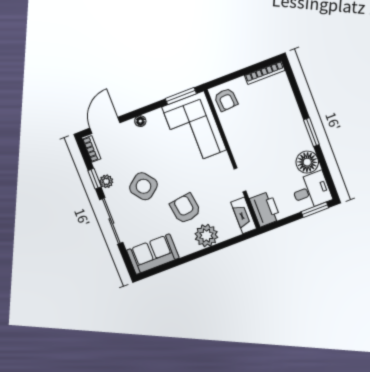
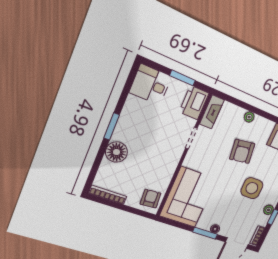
window: (181, 96) -> (205, 233), moved
floor lamp: (307, 162) -> (116, 152), moved
side table: (143, 186) -> (252, 188), turned 38
window: (315, 210) -> (182, 78), moved
plant: (206, 236) -> (249, 117), width x0.53, depth x0.53

